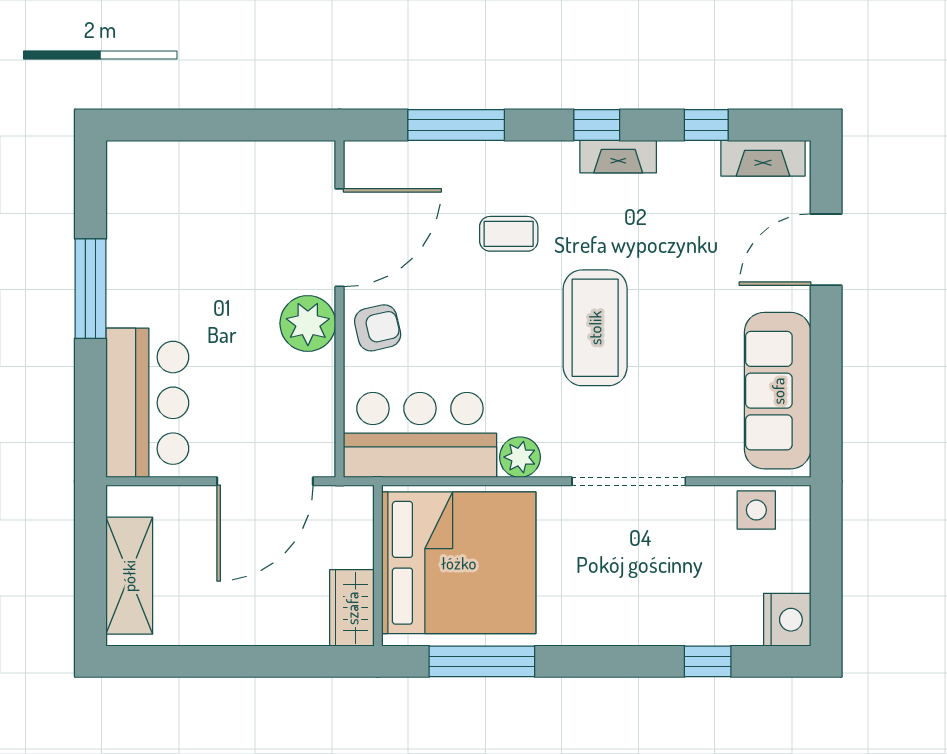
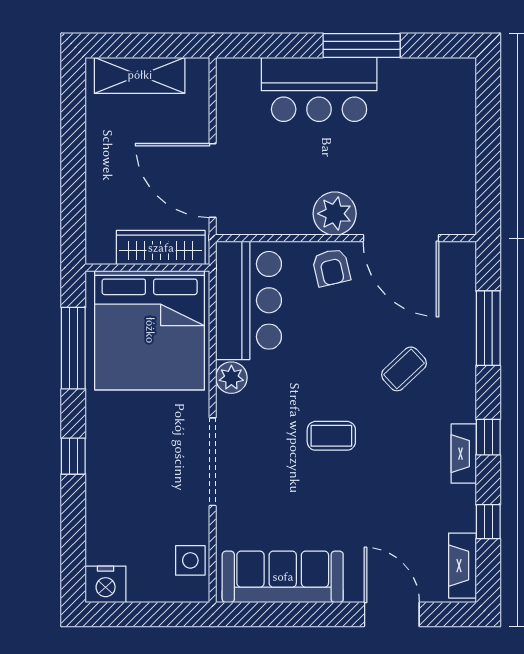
coffee table: (509, 234) -> (404, 369), turned 47
coffee table: (595, 328) -> (331, 436), width x0.54, depth x0.58
bar counter: (147, 403) -> (319, 89), moved
wardrobe: (352, 608) -> (161, 248), moved, width x1.50
window: (708, 661) -> (73, 456), moved

